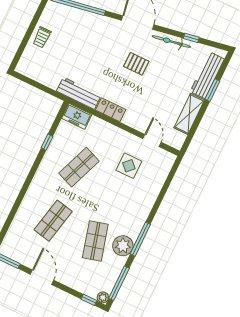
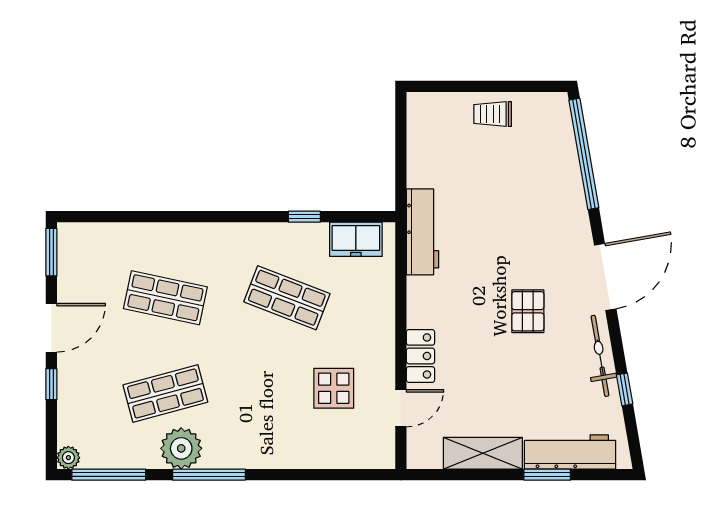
locker: (111, 110) -> (420, 356), moved
freezer: (77, 116) -> (356, 239), moved, turned -90
window: (89, 300) -> (51, 384), moved

